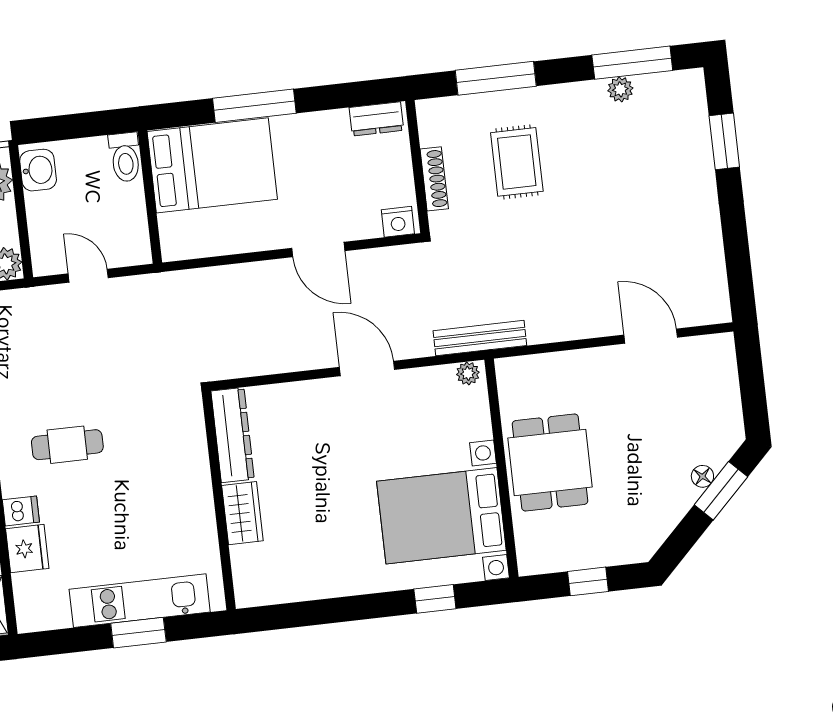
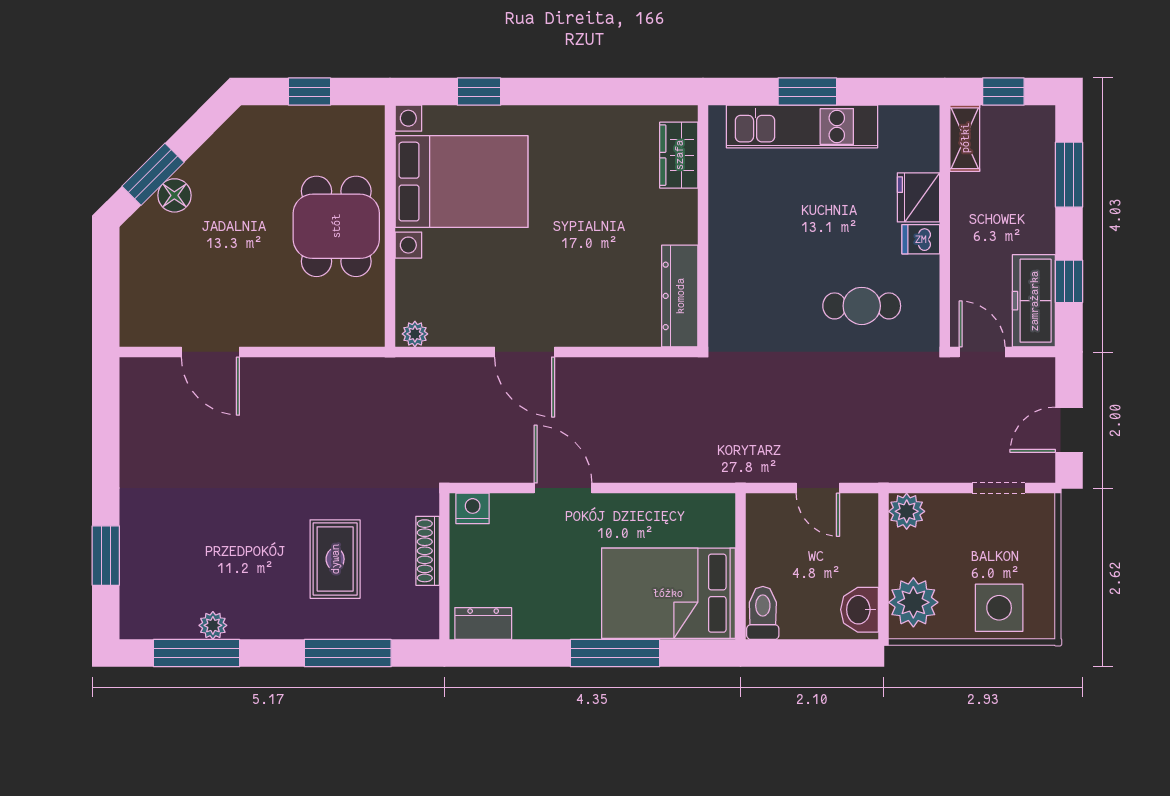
bench: (480, 338) -> (397, 371), removed
floor lamp: (702, 476) -> (174, 195), width x1.37, depth x1.37
wardrobe: (242, 513) -> (679, 155), moved

